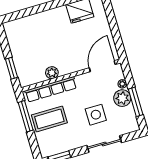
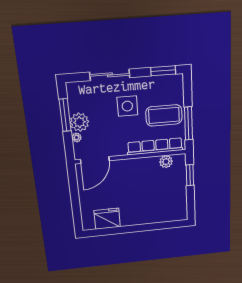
plant: (52, 73) -> (166, 162), moved
side table: (96, 115) -> (127, 106), moved

